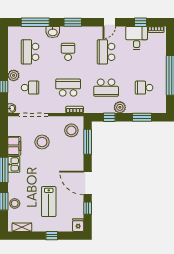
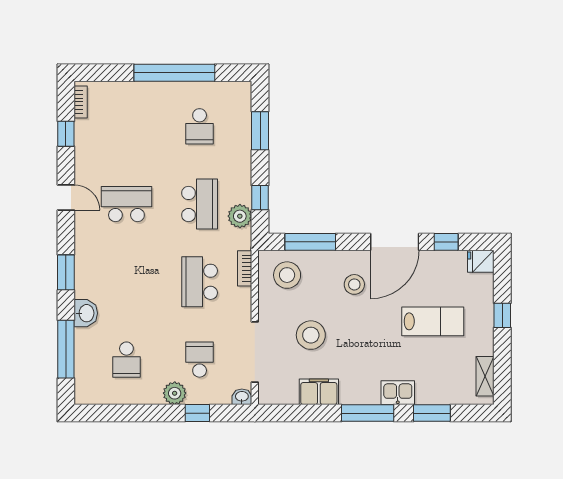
desk: (137, 38) -> (98, 142), removed
school desk: (30, 52) -> (126, 360), width x0.54
school desk: (68, 52) -> (126, 282), removed
school desk: (106, 52) -> (126, 204), turned 180
plant: (120, 107) -> (240, 216), moved
kitchen sink: (14, 164) -> (398, 393), moved
stool: (15, 203) -> (354, 284), moved

